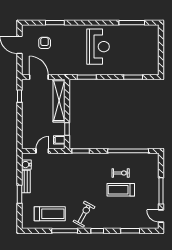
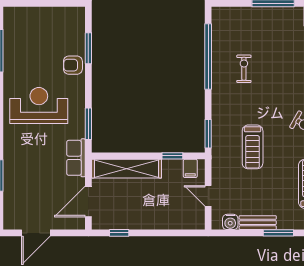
armchair: (45, 43) -> (73, 65), moved
row of seats: (66, 69) -> (76, 158), added
treadmill: (121, 190) -> (253, 147), moved

